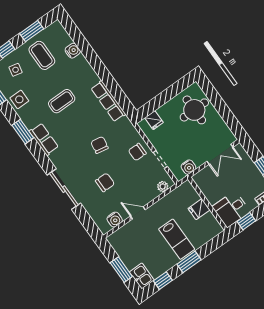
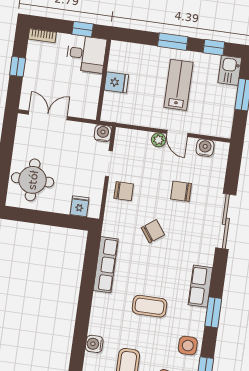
chair: (100, 145) -> (153, 231), turned -136
water cooler: (188, 167) -> (103, 133), moved
plant: (163, 187) -> (158, 140), moved
lab bench: (177, 239) -> (178, 85), moved

